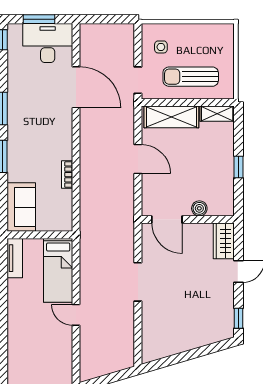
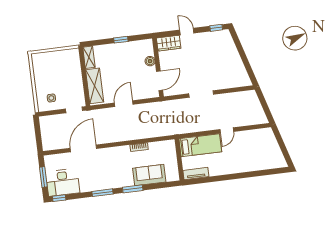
desk: (48, 43) -> (63, 182), moved, turned -90
sun lounger: (191, 77) -> (68, 77), removed
sofa: (21, 207) -> (149, 175), moved

